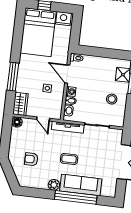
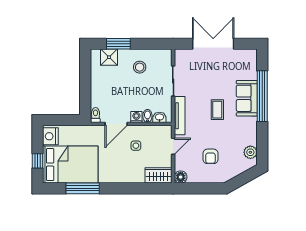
window: (13, 77) -> (83, 188), moved
armchair: (31, 159) -> (210, 156), moved
plant: (54, 185) -> (250, 152), moved
sofa: (81, 185) -> (247, 98), width x0.73

